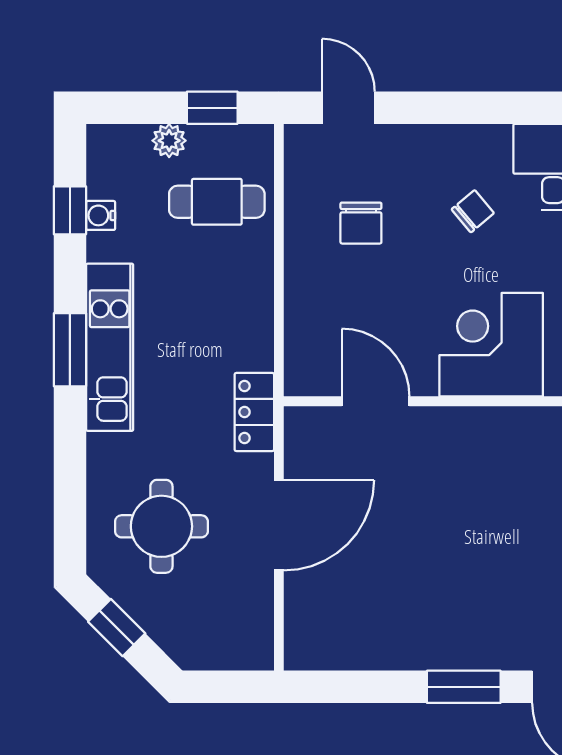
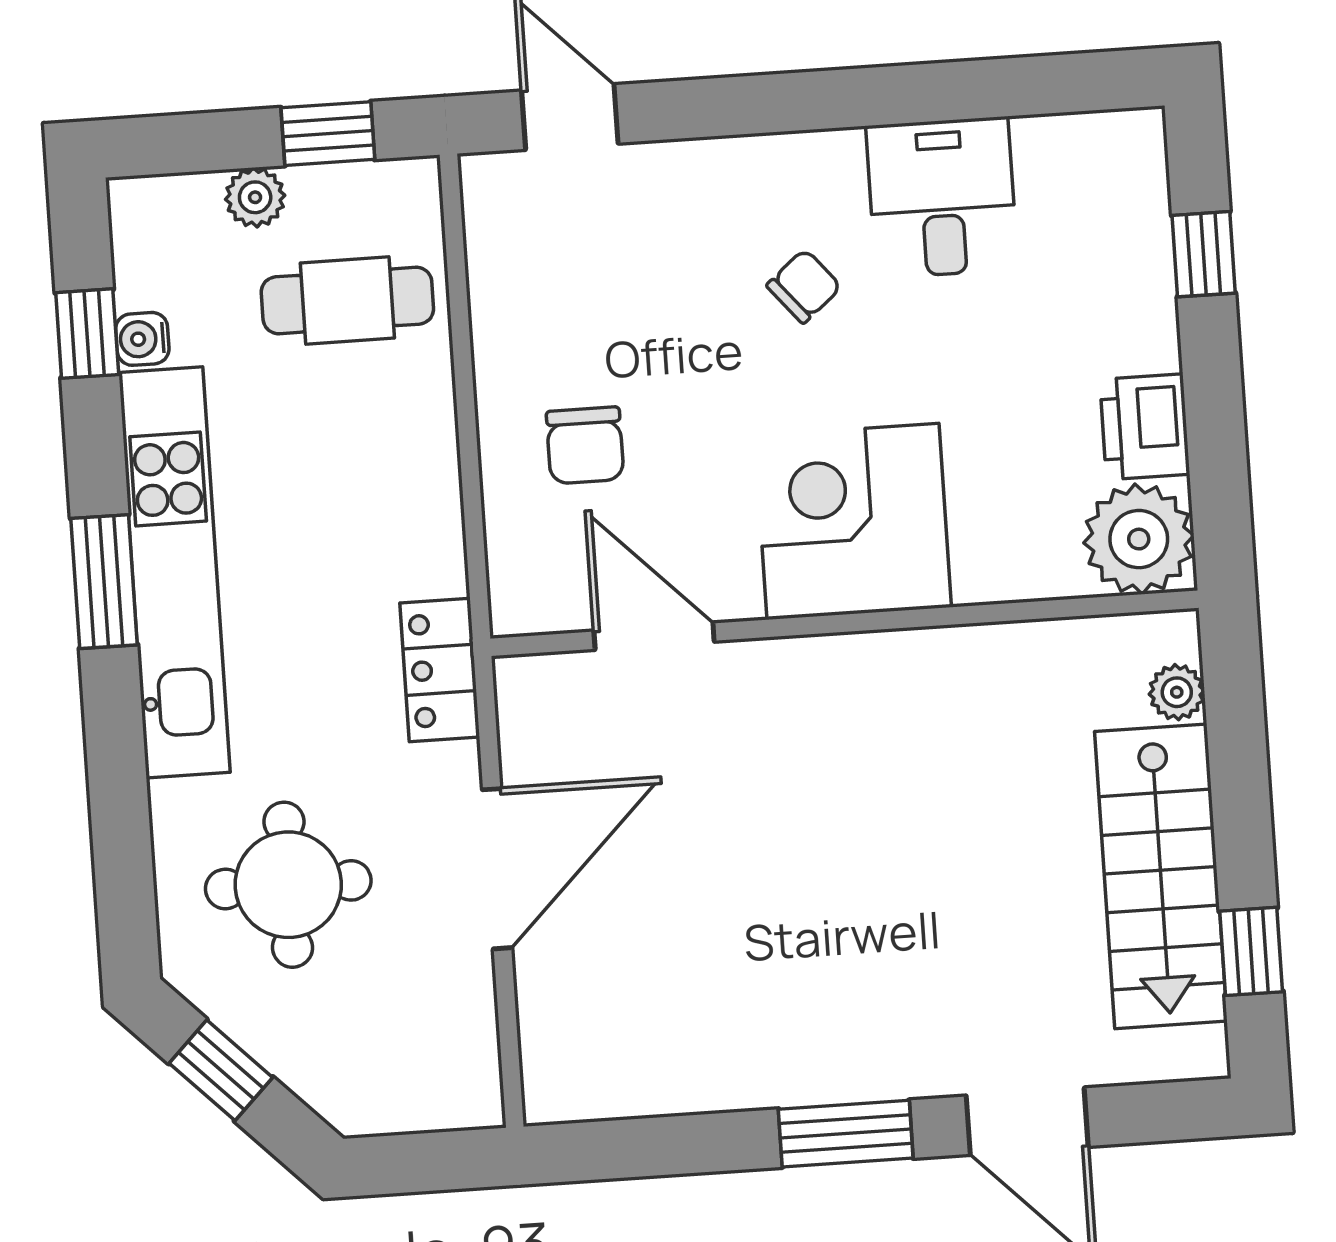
chair: (361, 223) -> (585, 445), moved
kitchen unit: (110, 347) -> (174, 572), width x1.36

